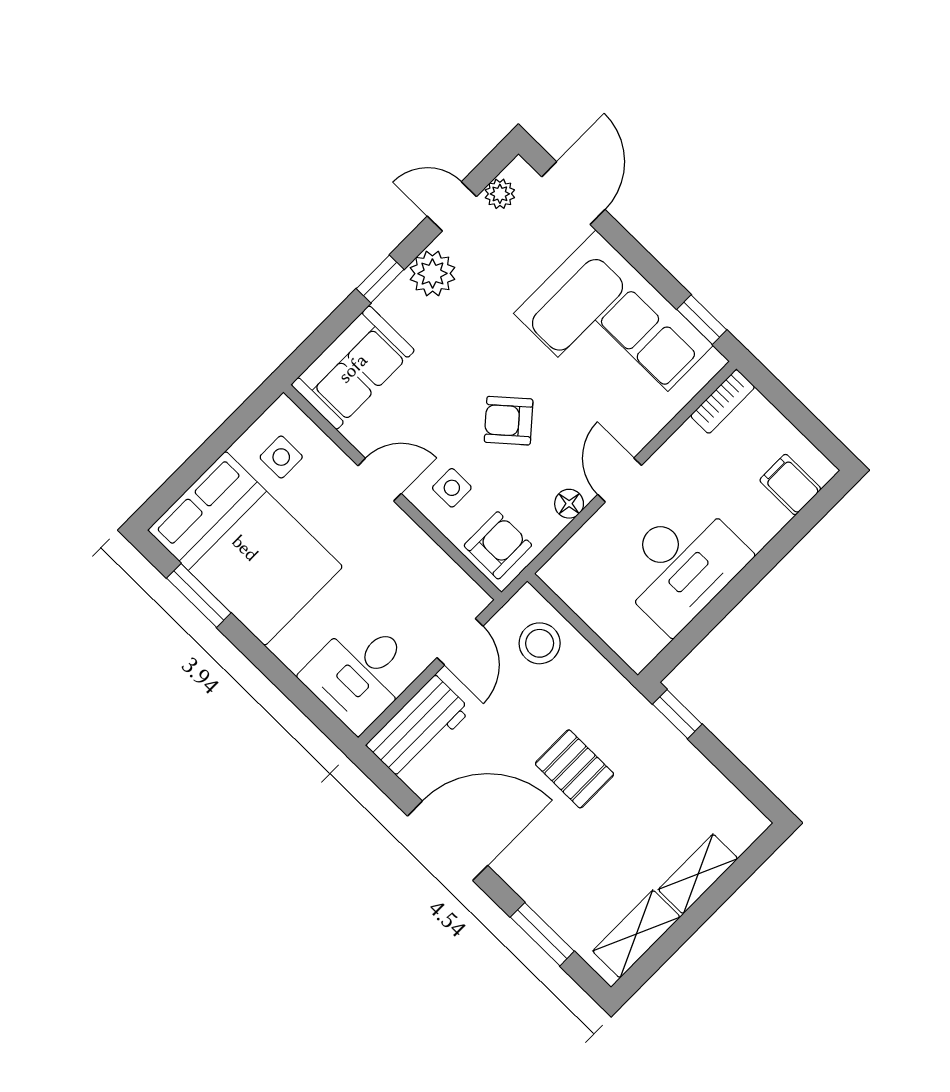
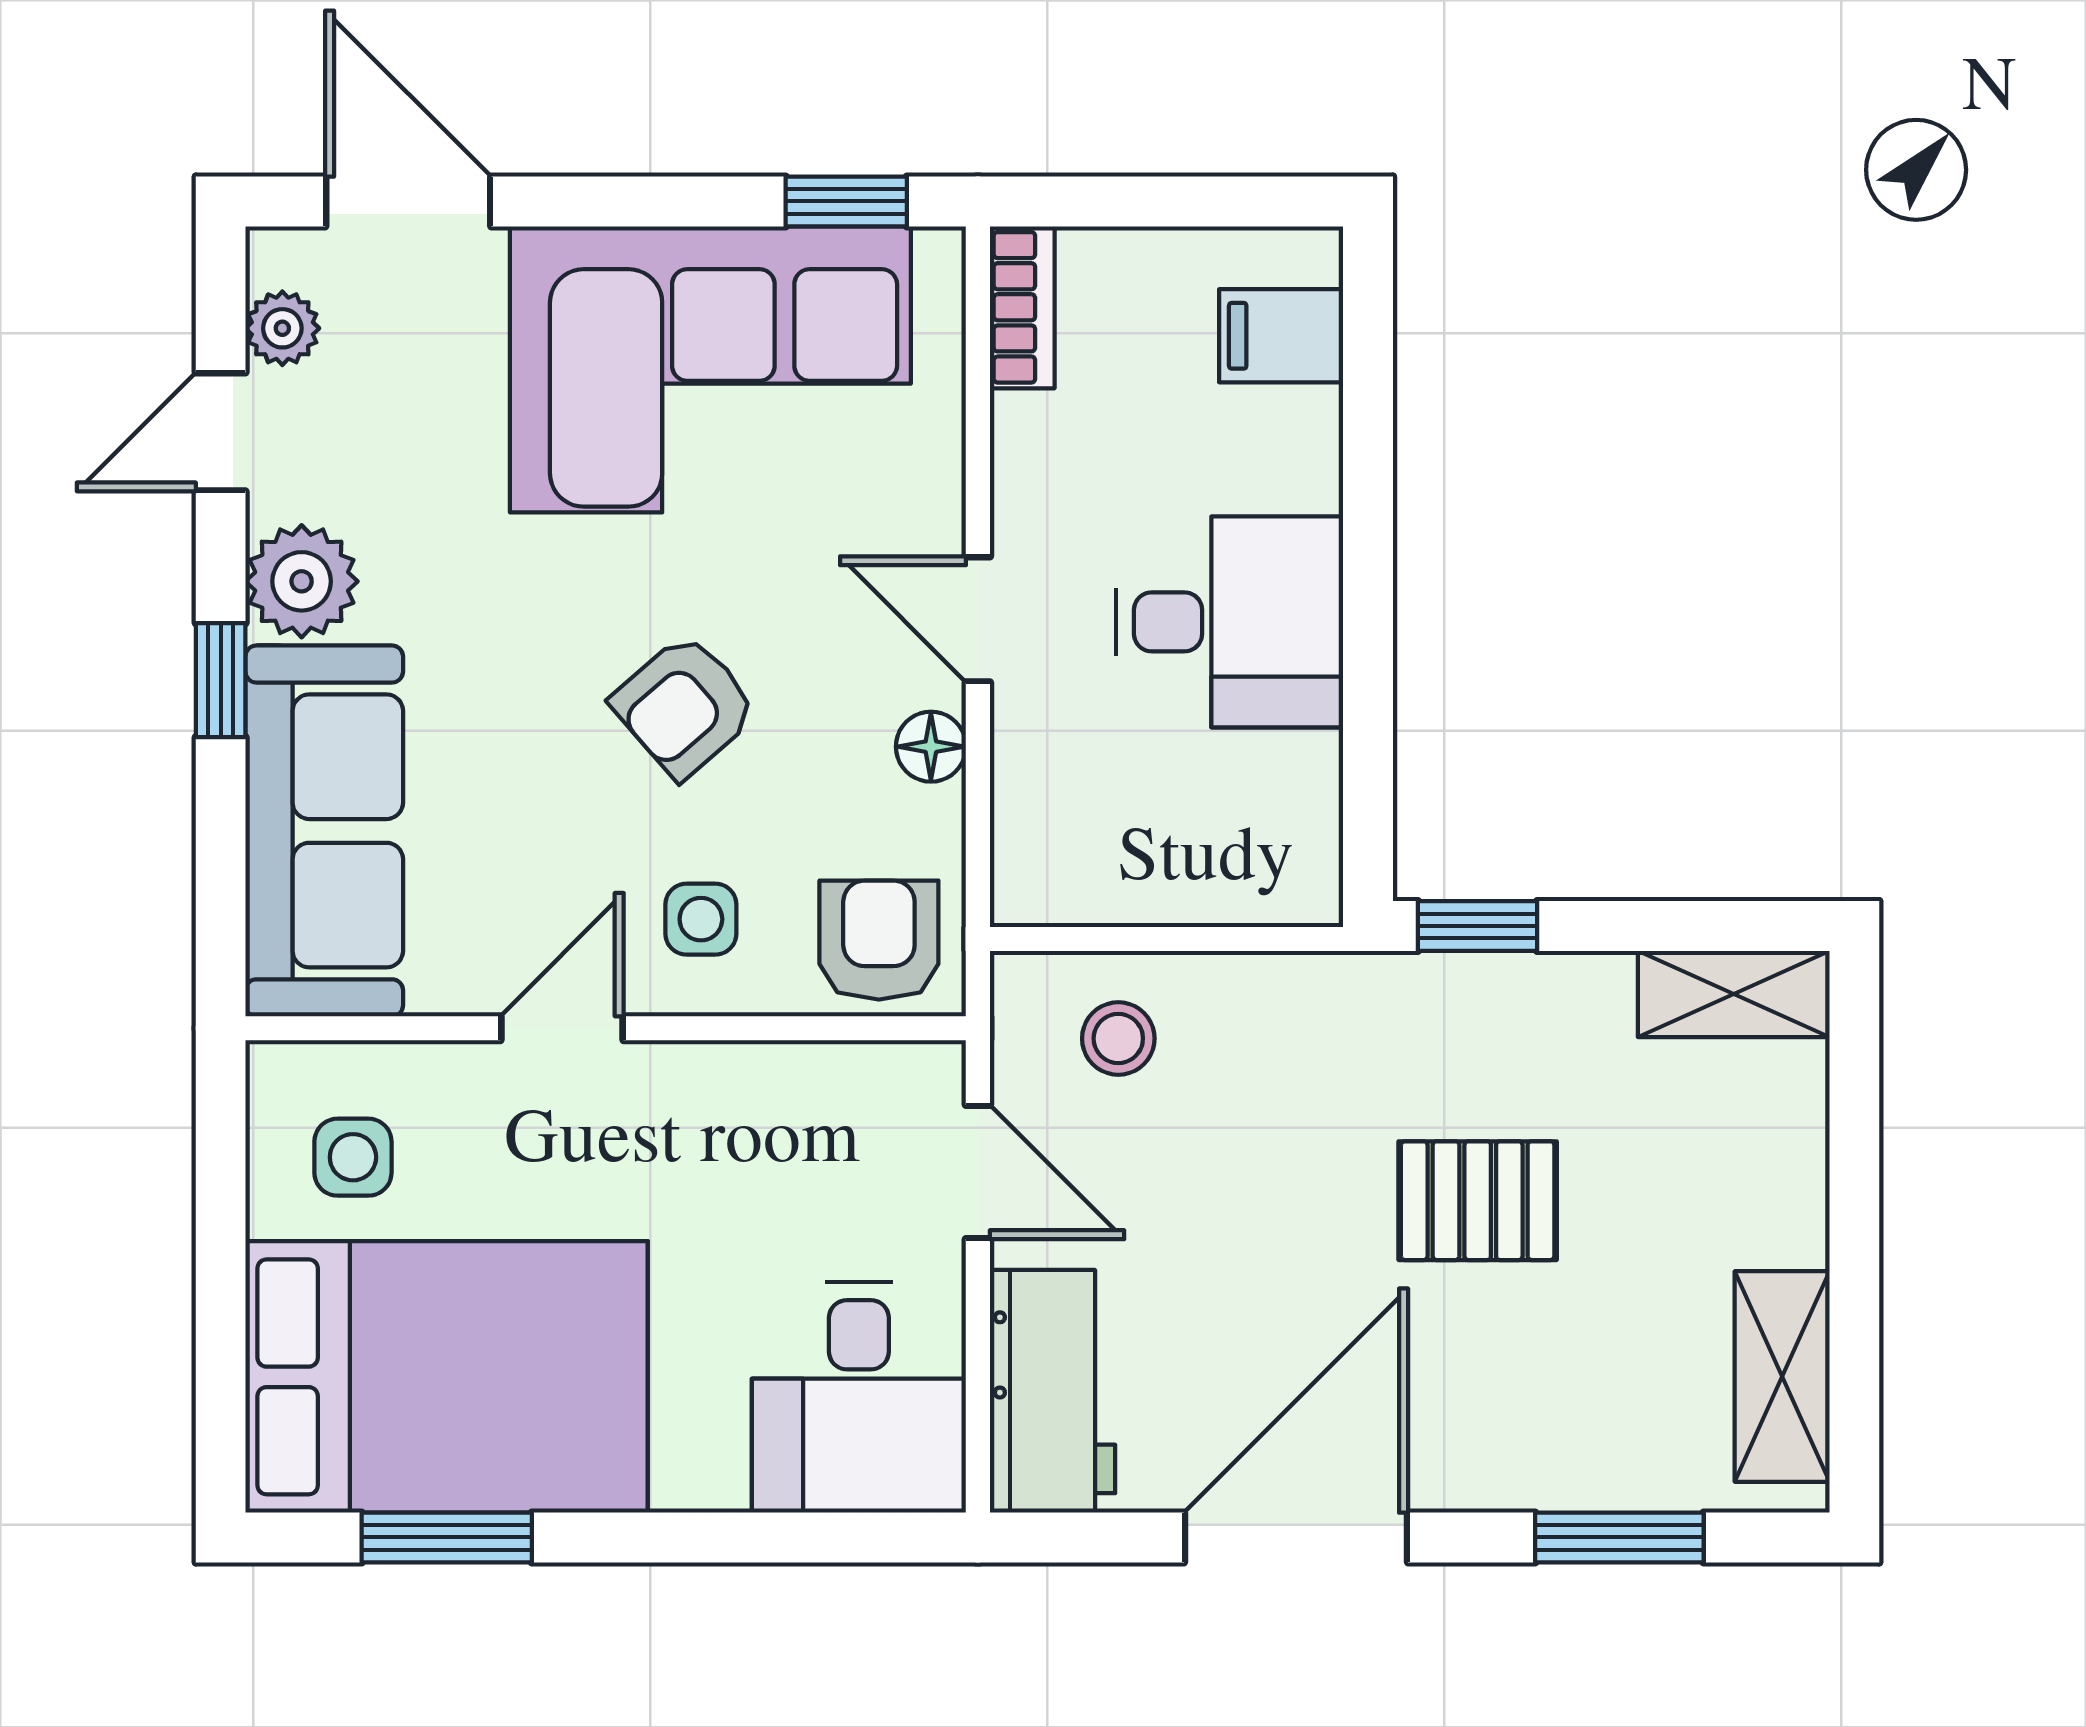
sofa: (353, 368) -> (324, 831), width x1.36
desk: (681, 565) -> (1229, 622), width x0.73
stool: (540, 643) -> (1118, 1038), width x0.73, depth x0.73
pallet: (575, 769) -> (1478, 1201), moved
shelving: (698, 874) -> (1734, 994), moved, turned 90

